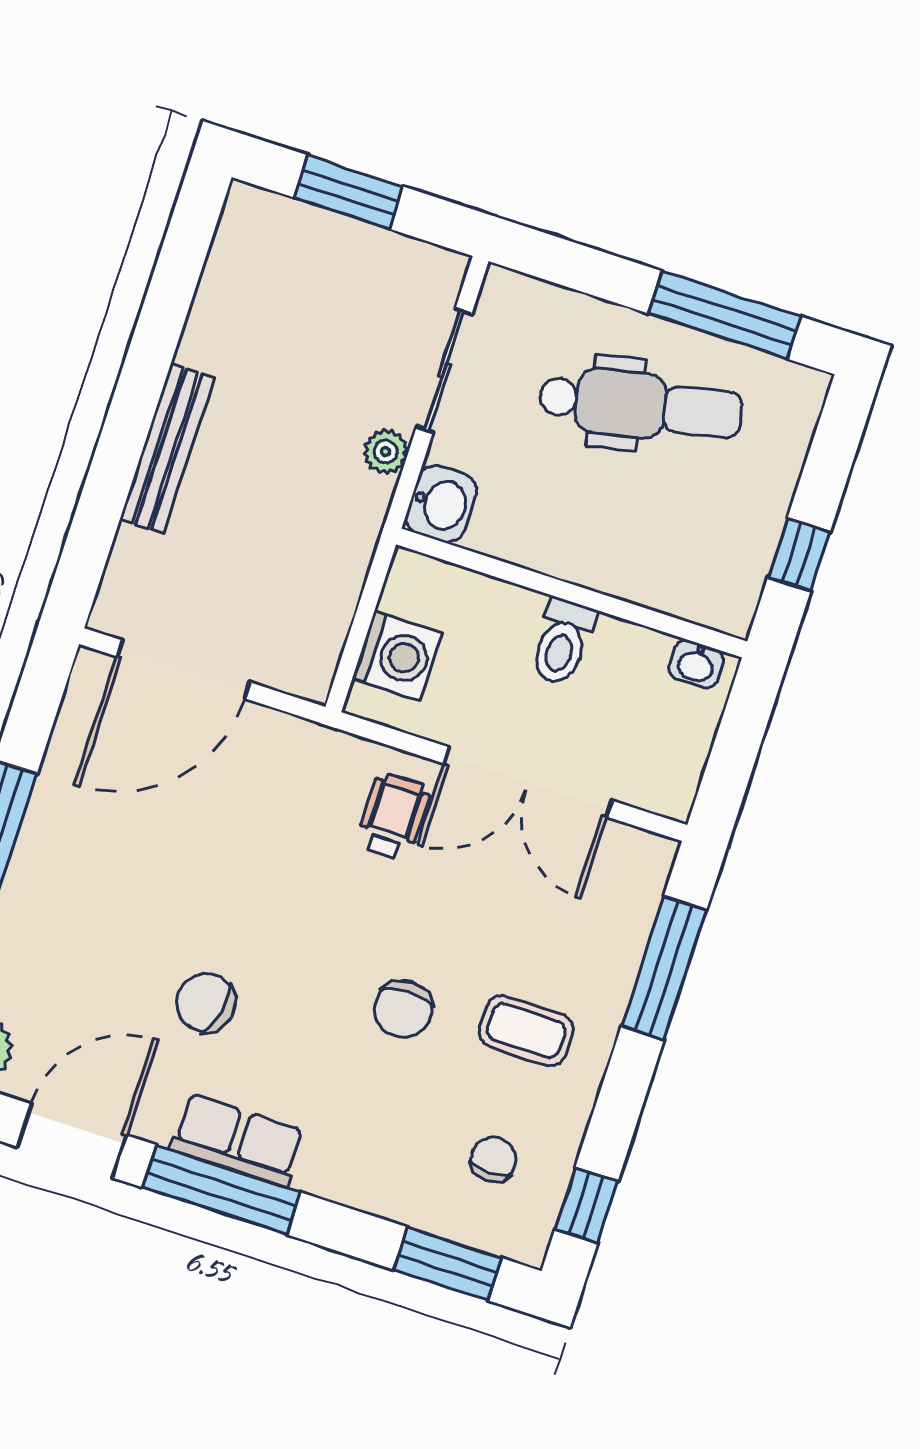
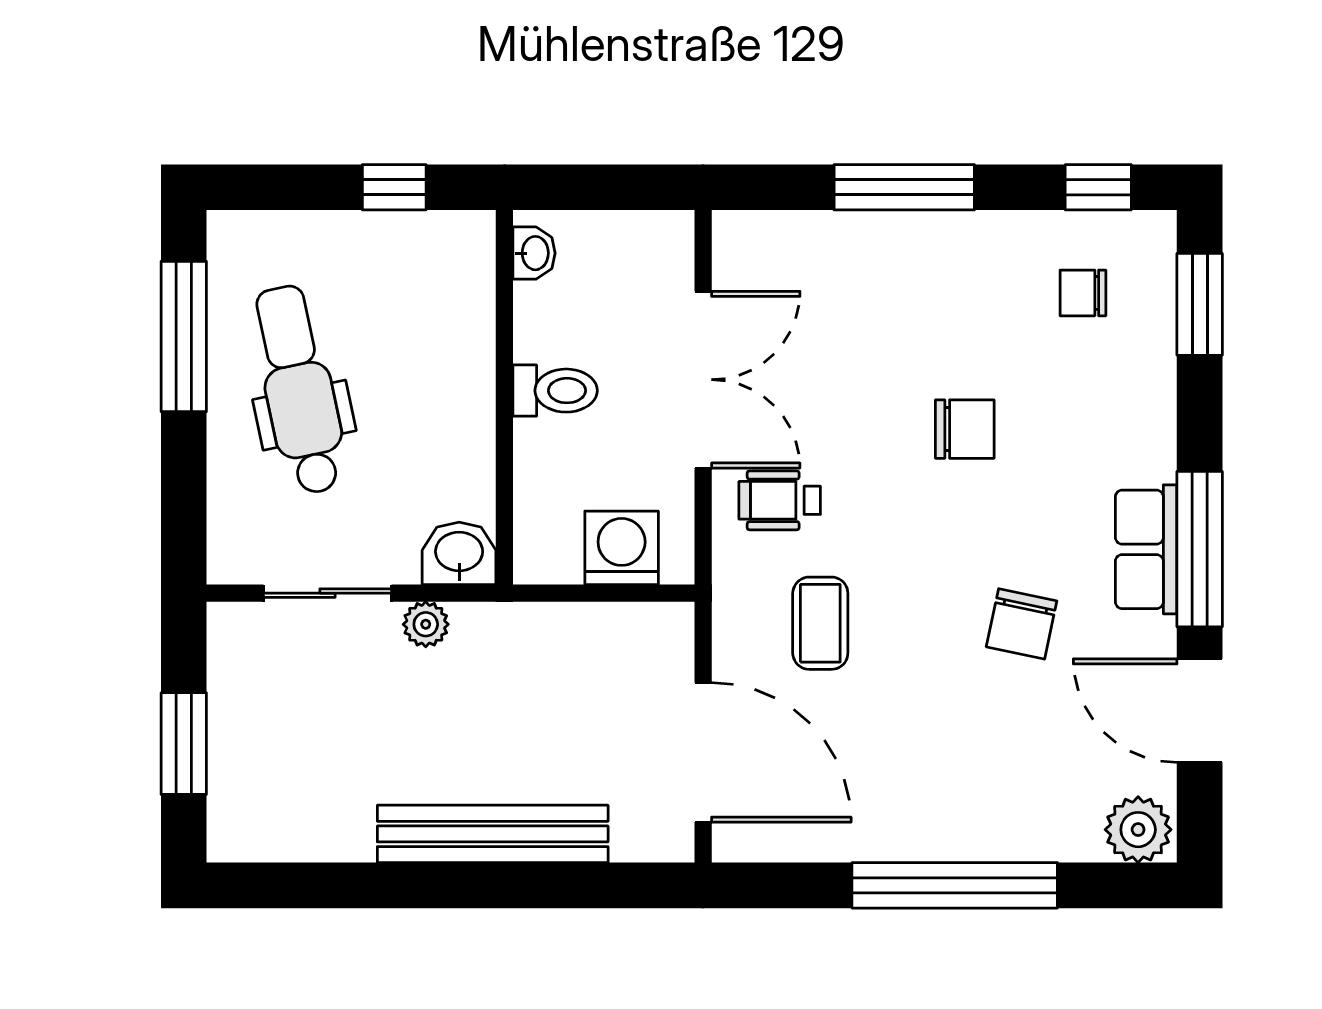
bench: (167, 449) -> (493, 834), width x1.37, depth x1.21
window: (664, 968) -> (904, 187), moved
coffee table: (526, 1031) -> (820, 623), moved

